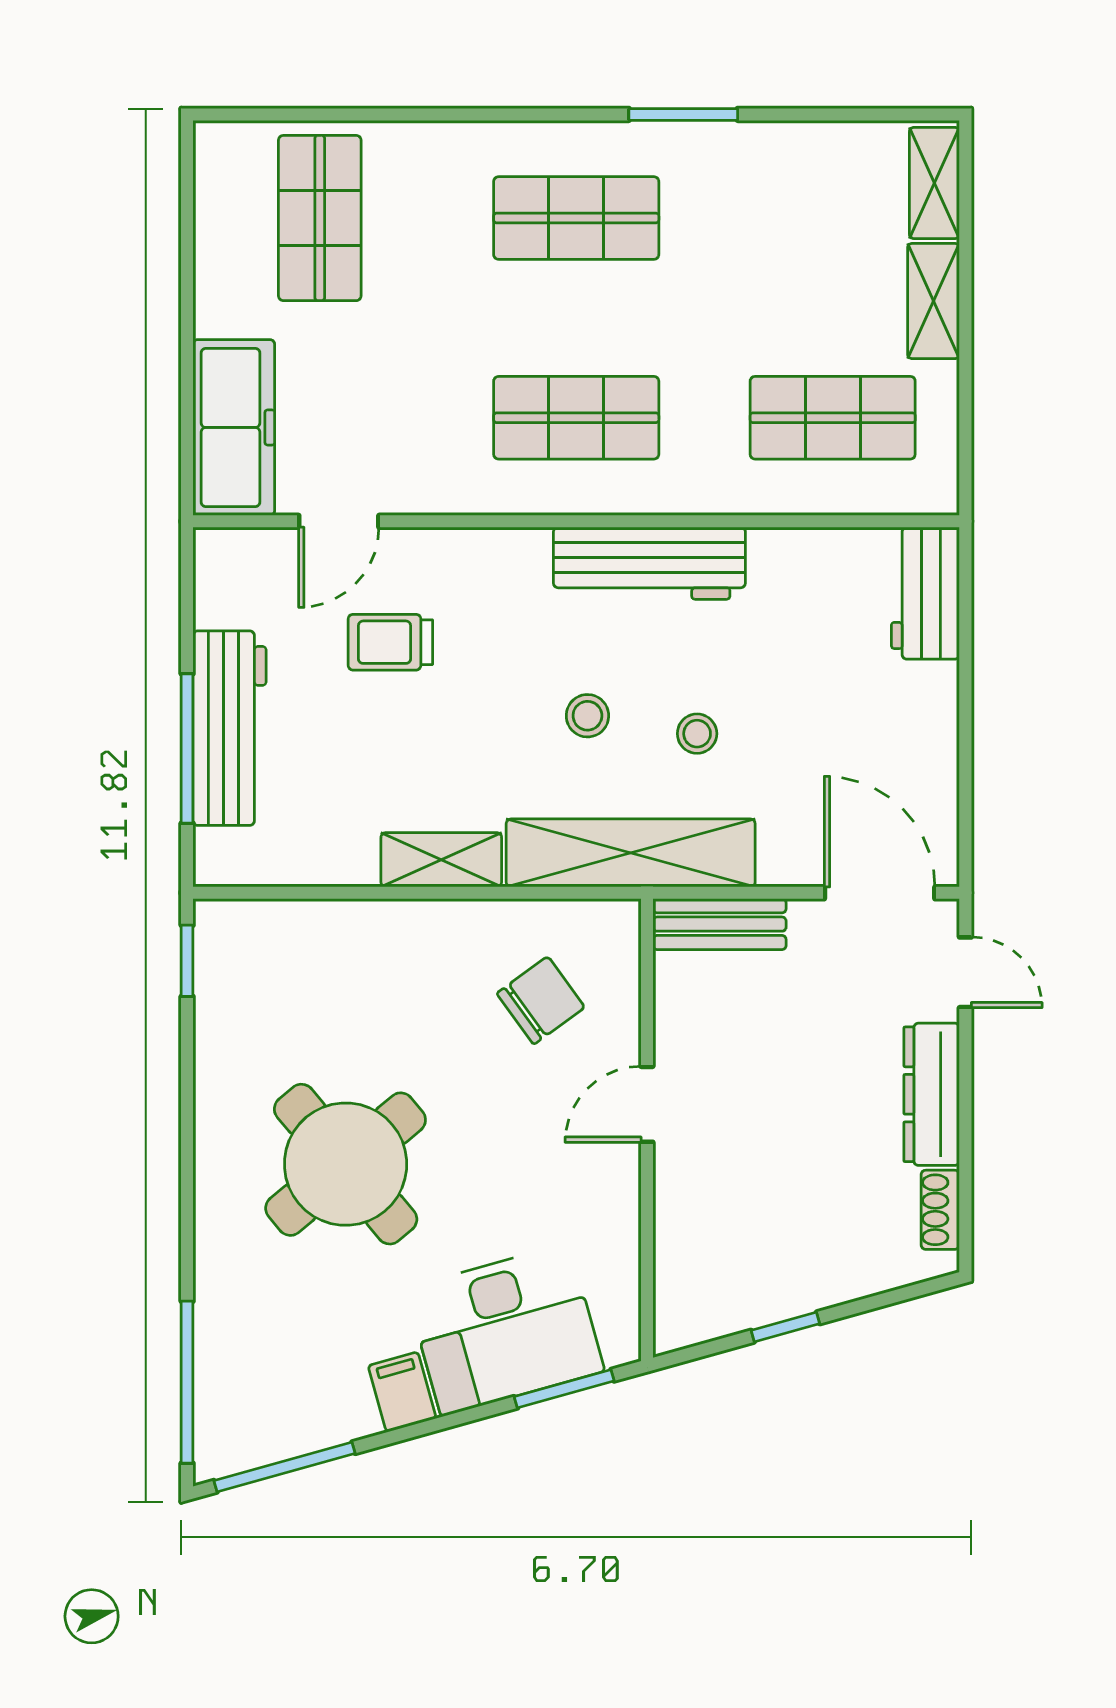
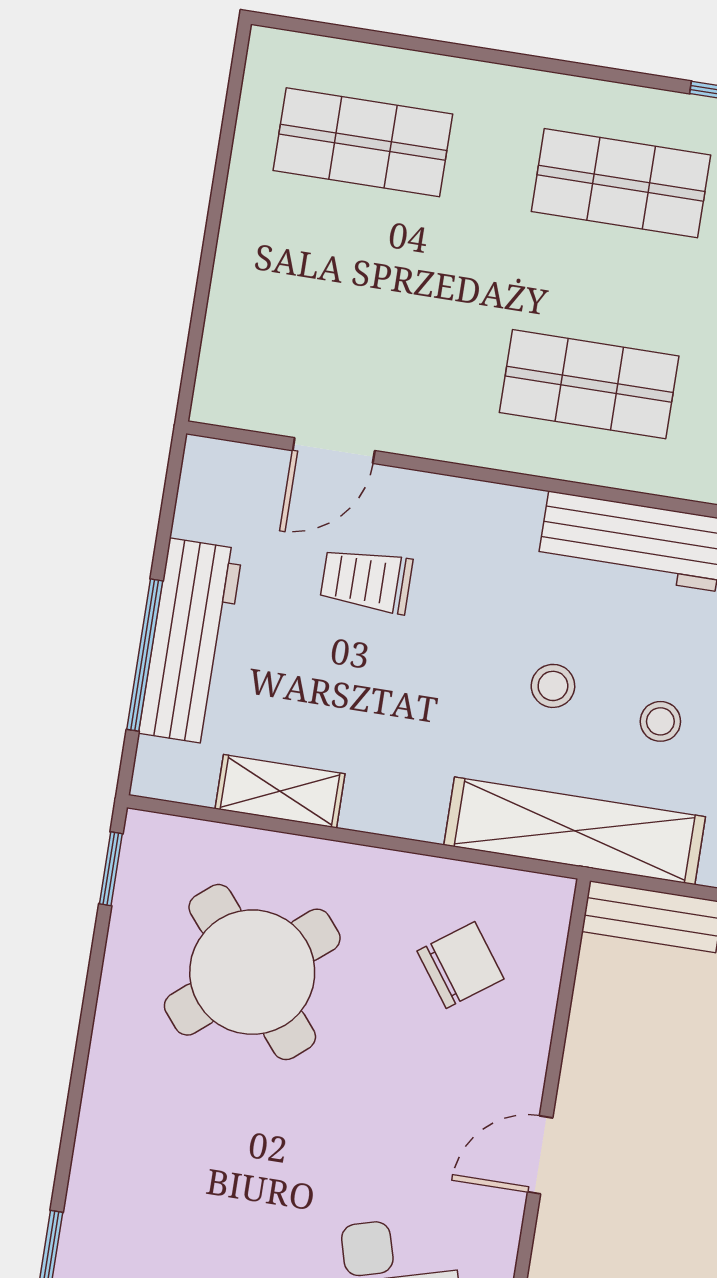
shop shelf: (320, 218) -> (363, 142), turned 90
freezer: (234, 427) -> (243, 339), removed
shelving: (441, 860) -> (280, 791), moved
door: (647, 1104) -> (540, 1155), moved
round table: (346, 1164) -> (252, 972), moved

